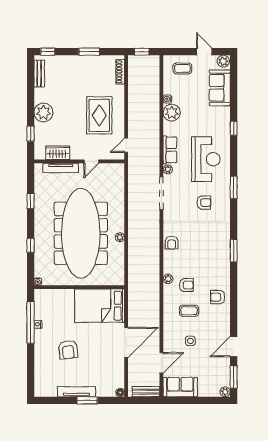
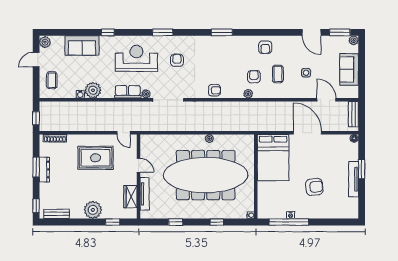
dresser: (87, 60) -> (44, 170), added
sofa: (220, 88) -> (82, 45), moved
sofa: (180, 387) -> (349, 69), moved

